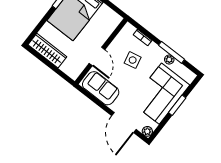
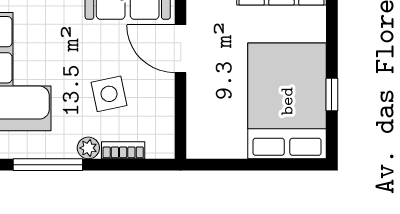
plant: (169, 59) -> (88, 148), moved

